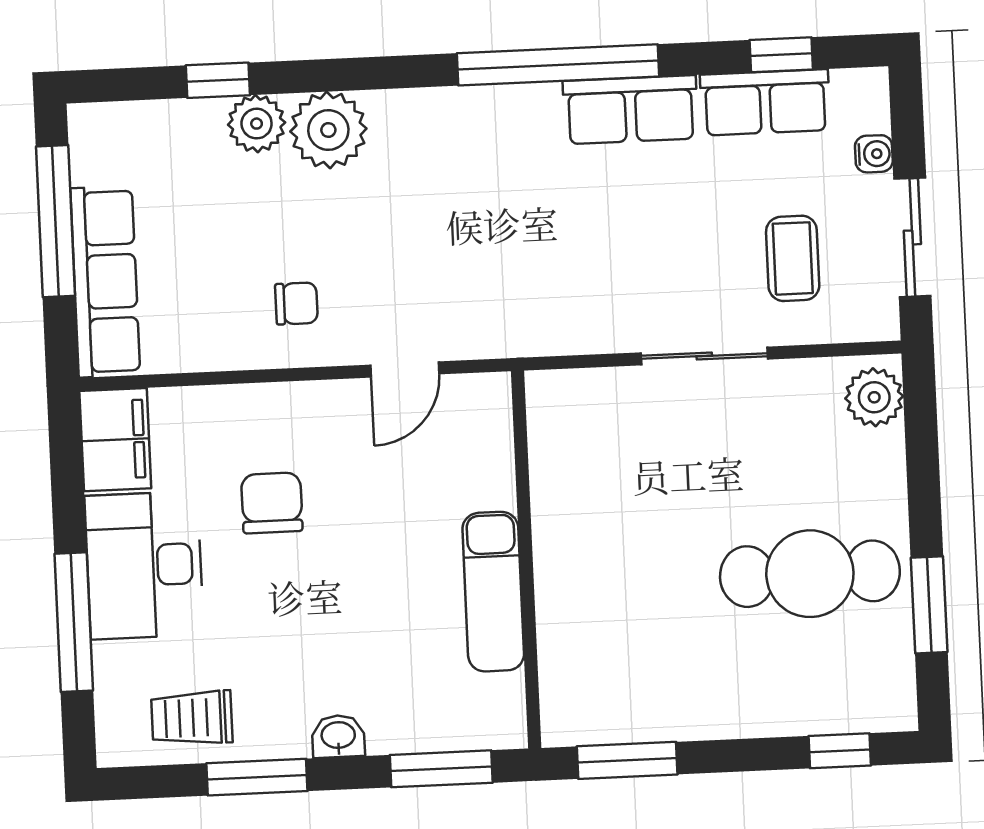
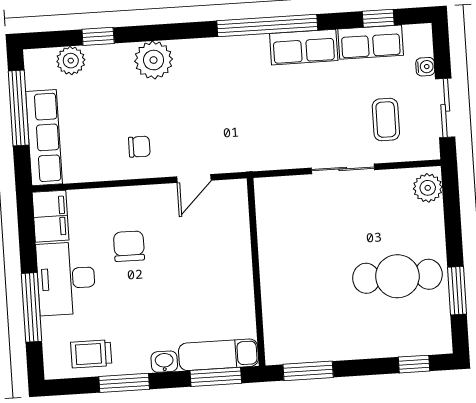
plant: (257, 124) -> (71, 61), moved
exam couch: (493, 592) -> (219, 355), moved, turned 90

